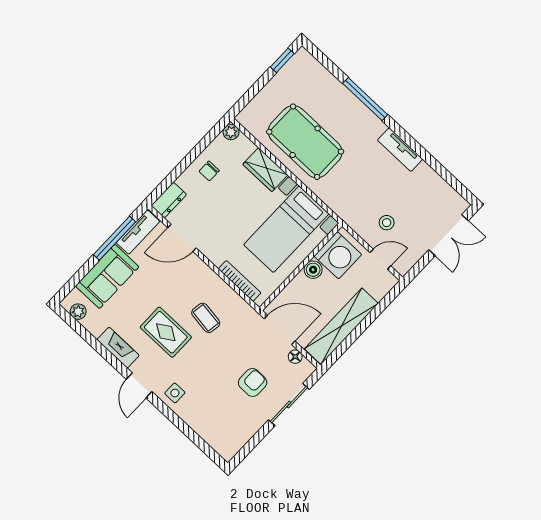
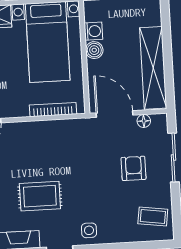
washing machine: (338, 255) -> (93, 31), width x0.53, depth x0.53
coffee table: (206, 318) -> (153, 216), moved
door: (280, 330) -> (114, 114), hinge flipped

